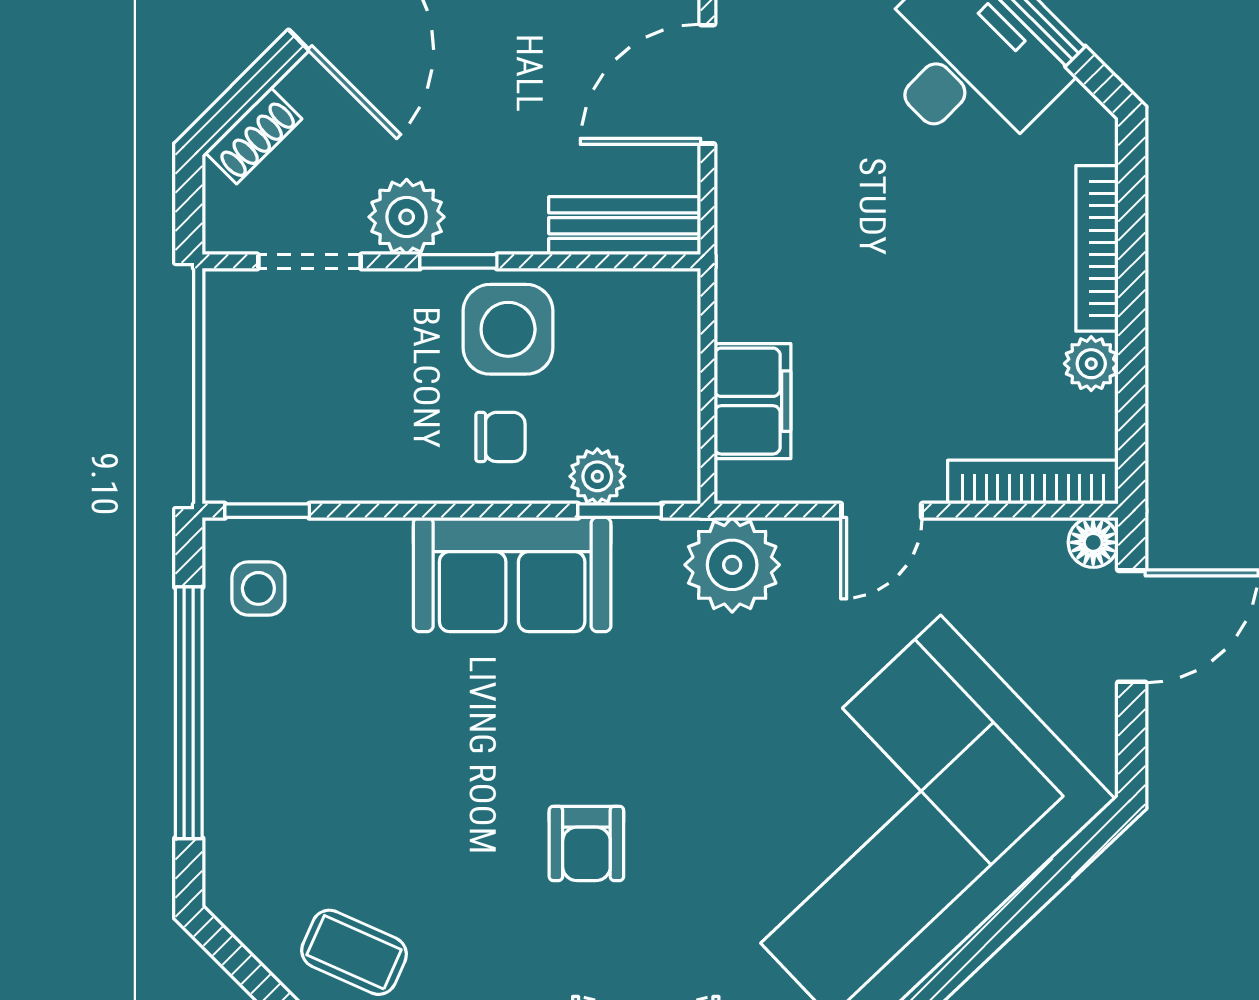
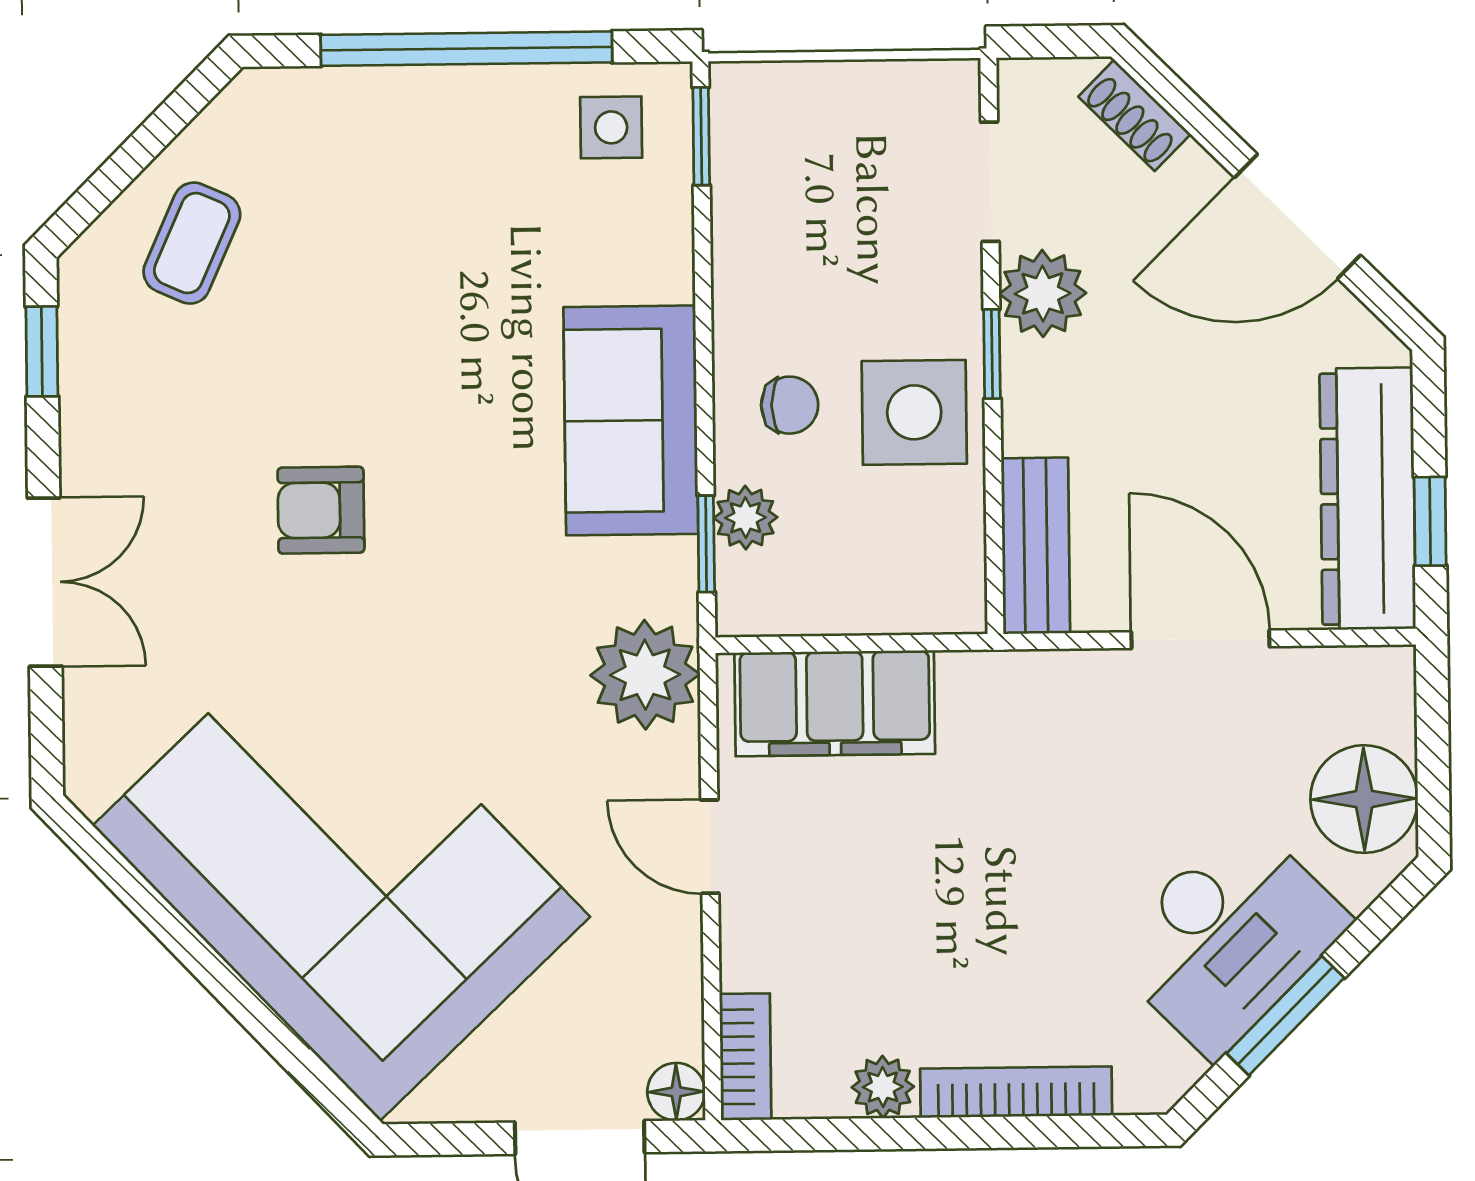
filing cabinet: (752, 401) -> (835, 703), width x1.50, depth x1.17
chair: (500, 437) -> (790, 405), turned -90
bookcase: (1033, 482) -> (745, 1057), width x0.64

